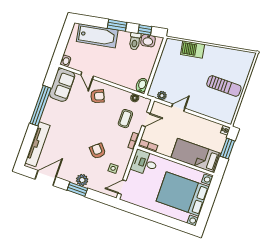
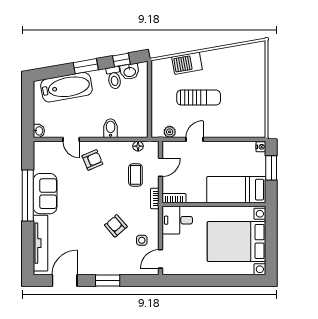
sofa: (62, 85) -> (45, 194), moved
bidet: (142, 85) -> (111, 128), moved
sun lounger: (224, 86) -> (199, 98), moved
plant: (82, 180) -> (109, 267), removed

